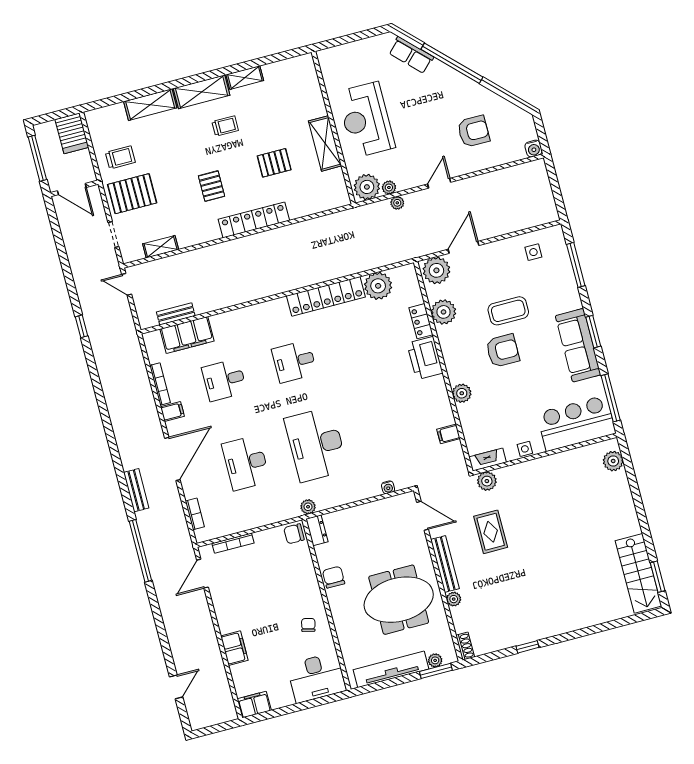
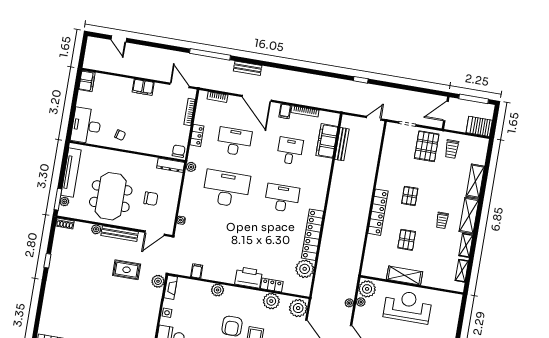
pallet: (211, 186) -> (410, 196), turned 90
shelving: (161, 247) -> (462, 271), moved
bench: (176, 314) -> (342, 144), width x1.36
desk: (294, 362) -> (282, 198), width x1.37
locker: (261, 518) -> (197, 135), added
dresser: (317, 530) -> (171, 165), width x1.44
chair: (334, 577) -> (151, 199), moved
filing cabinet: (234, 648) -> (143, 87), moved

